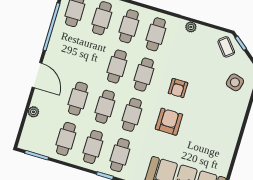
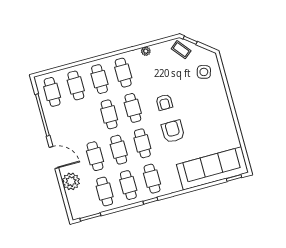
plant: (33, 112) -> (71, 181), width x1.87, depth x1.87

